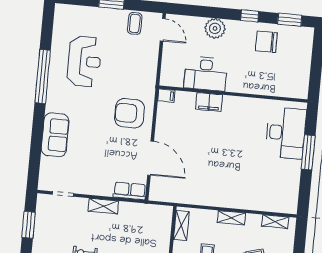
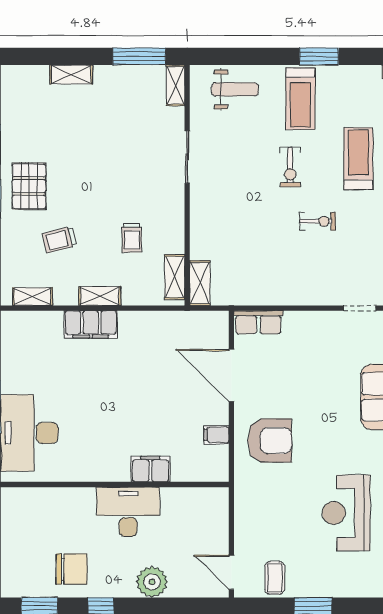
desk: (206, 74) -> (128, 512), moved
filing cabinet: (166, 96) -> (216, 435), moved
filing cabinet: (239, 200) -> (91, 324), added
shelving: (103, 206) -> (200, 283), moved, turned 90

